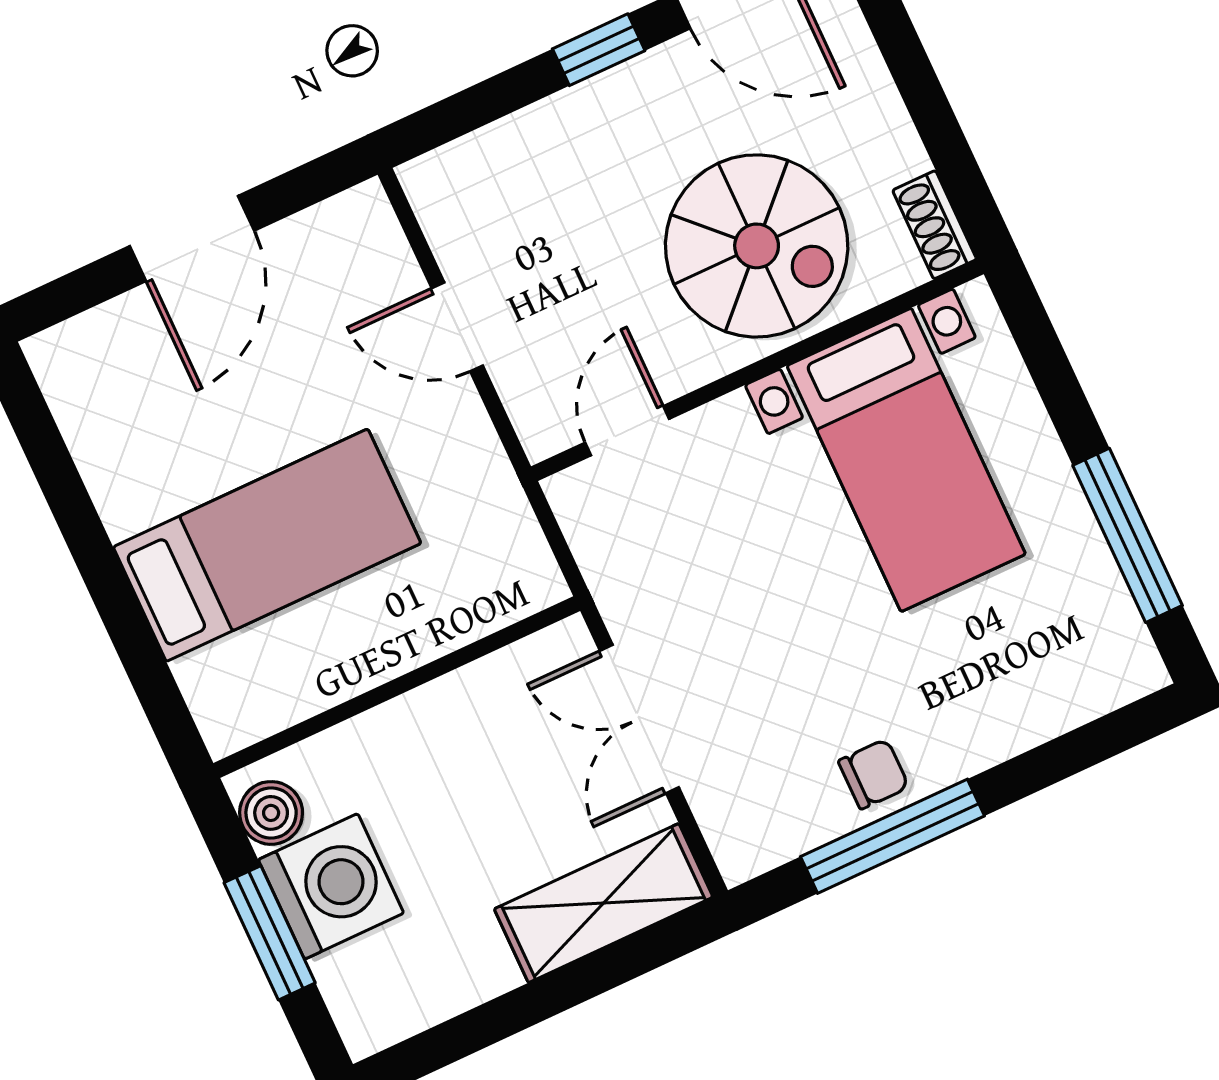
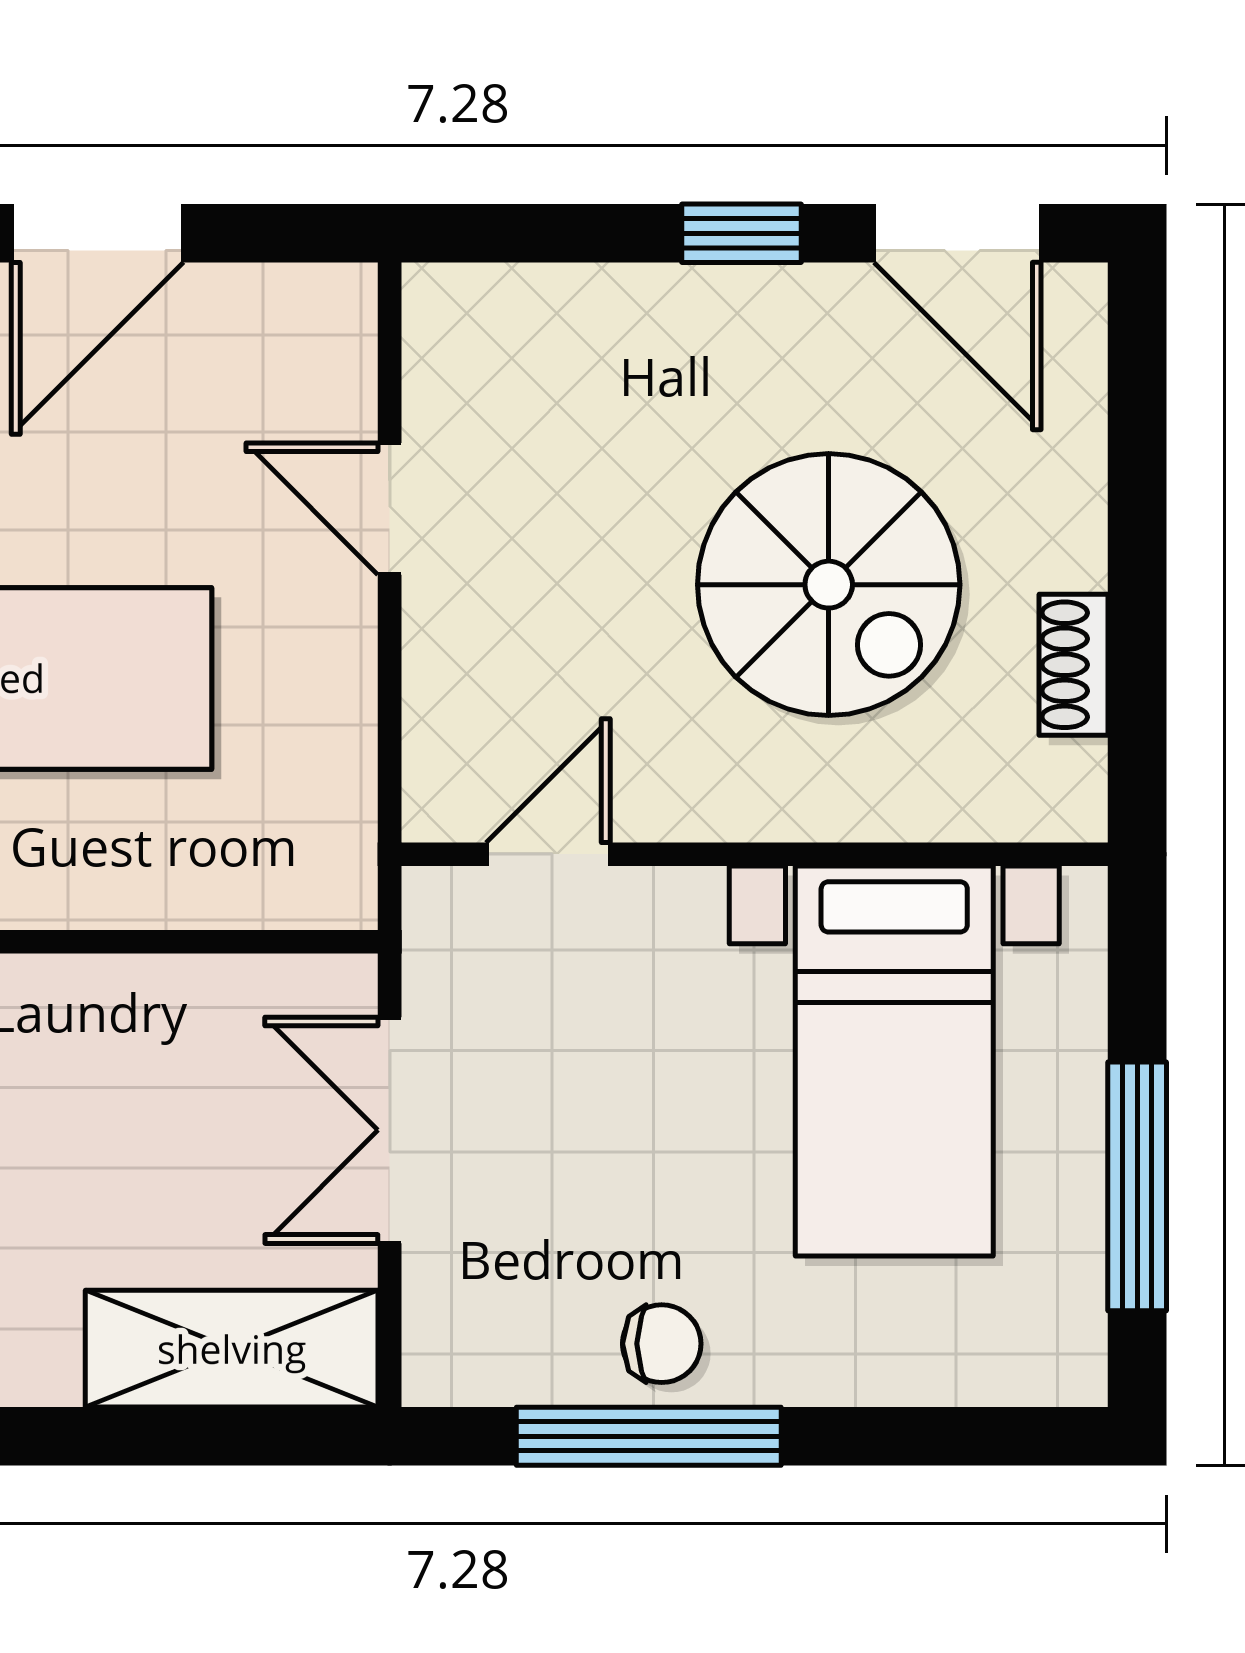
wall: (757, 370) -> (755, 854), moved
door: (627, 431) -> (548, 854), moved
bed with nightstands: (906, 460) -> (894, 1061), moved

